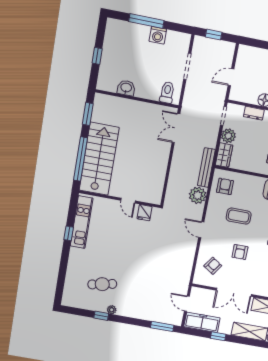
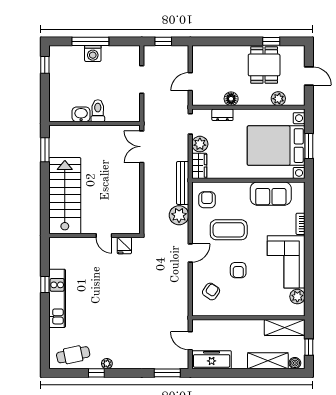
washing machine: (158, 35) -> (93, 54), moved
window: (97, 56) -> (45, 65), moved
toilet: (167, 92) -> (98, 111), moved
window: (81, 159) -> (45, 200), removed
coffee table: (239, 216) -> (229, 230), width x1.36, depth x1.32
kitchen unit: (82, 222) -> (57, 298), moved
door: (201, 230) -> (190, 253), swing flipped
cafe table: (102, 284) -> (73, 355), moved
double door: (234, 292) -> (241, 318), removed
window: (218, 336) -> (233, 373), removed

